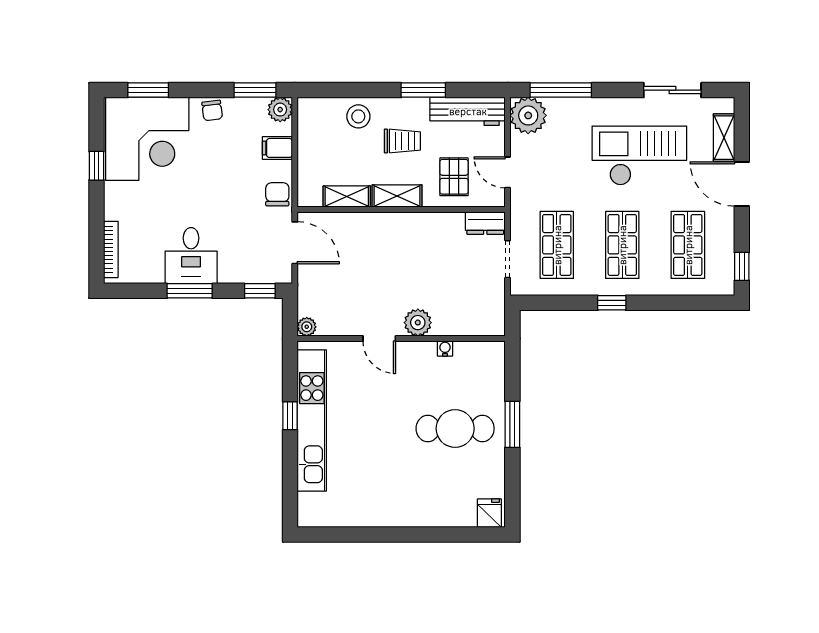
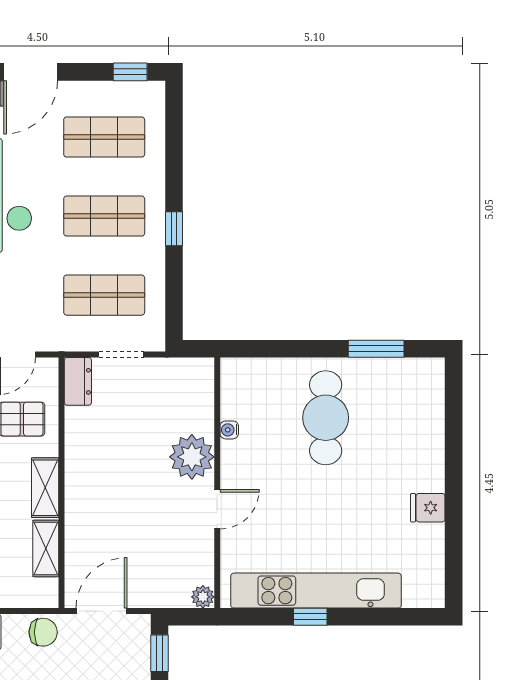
chair: (277, 194) -> (43, 632), turned 180
plant: (418, 323) -> (192, 457), width x1.36, depth x1.36
window: (512, 424) -> (376, 349), moved
fridge: (489, 513) -> (428, 508), moved

